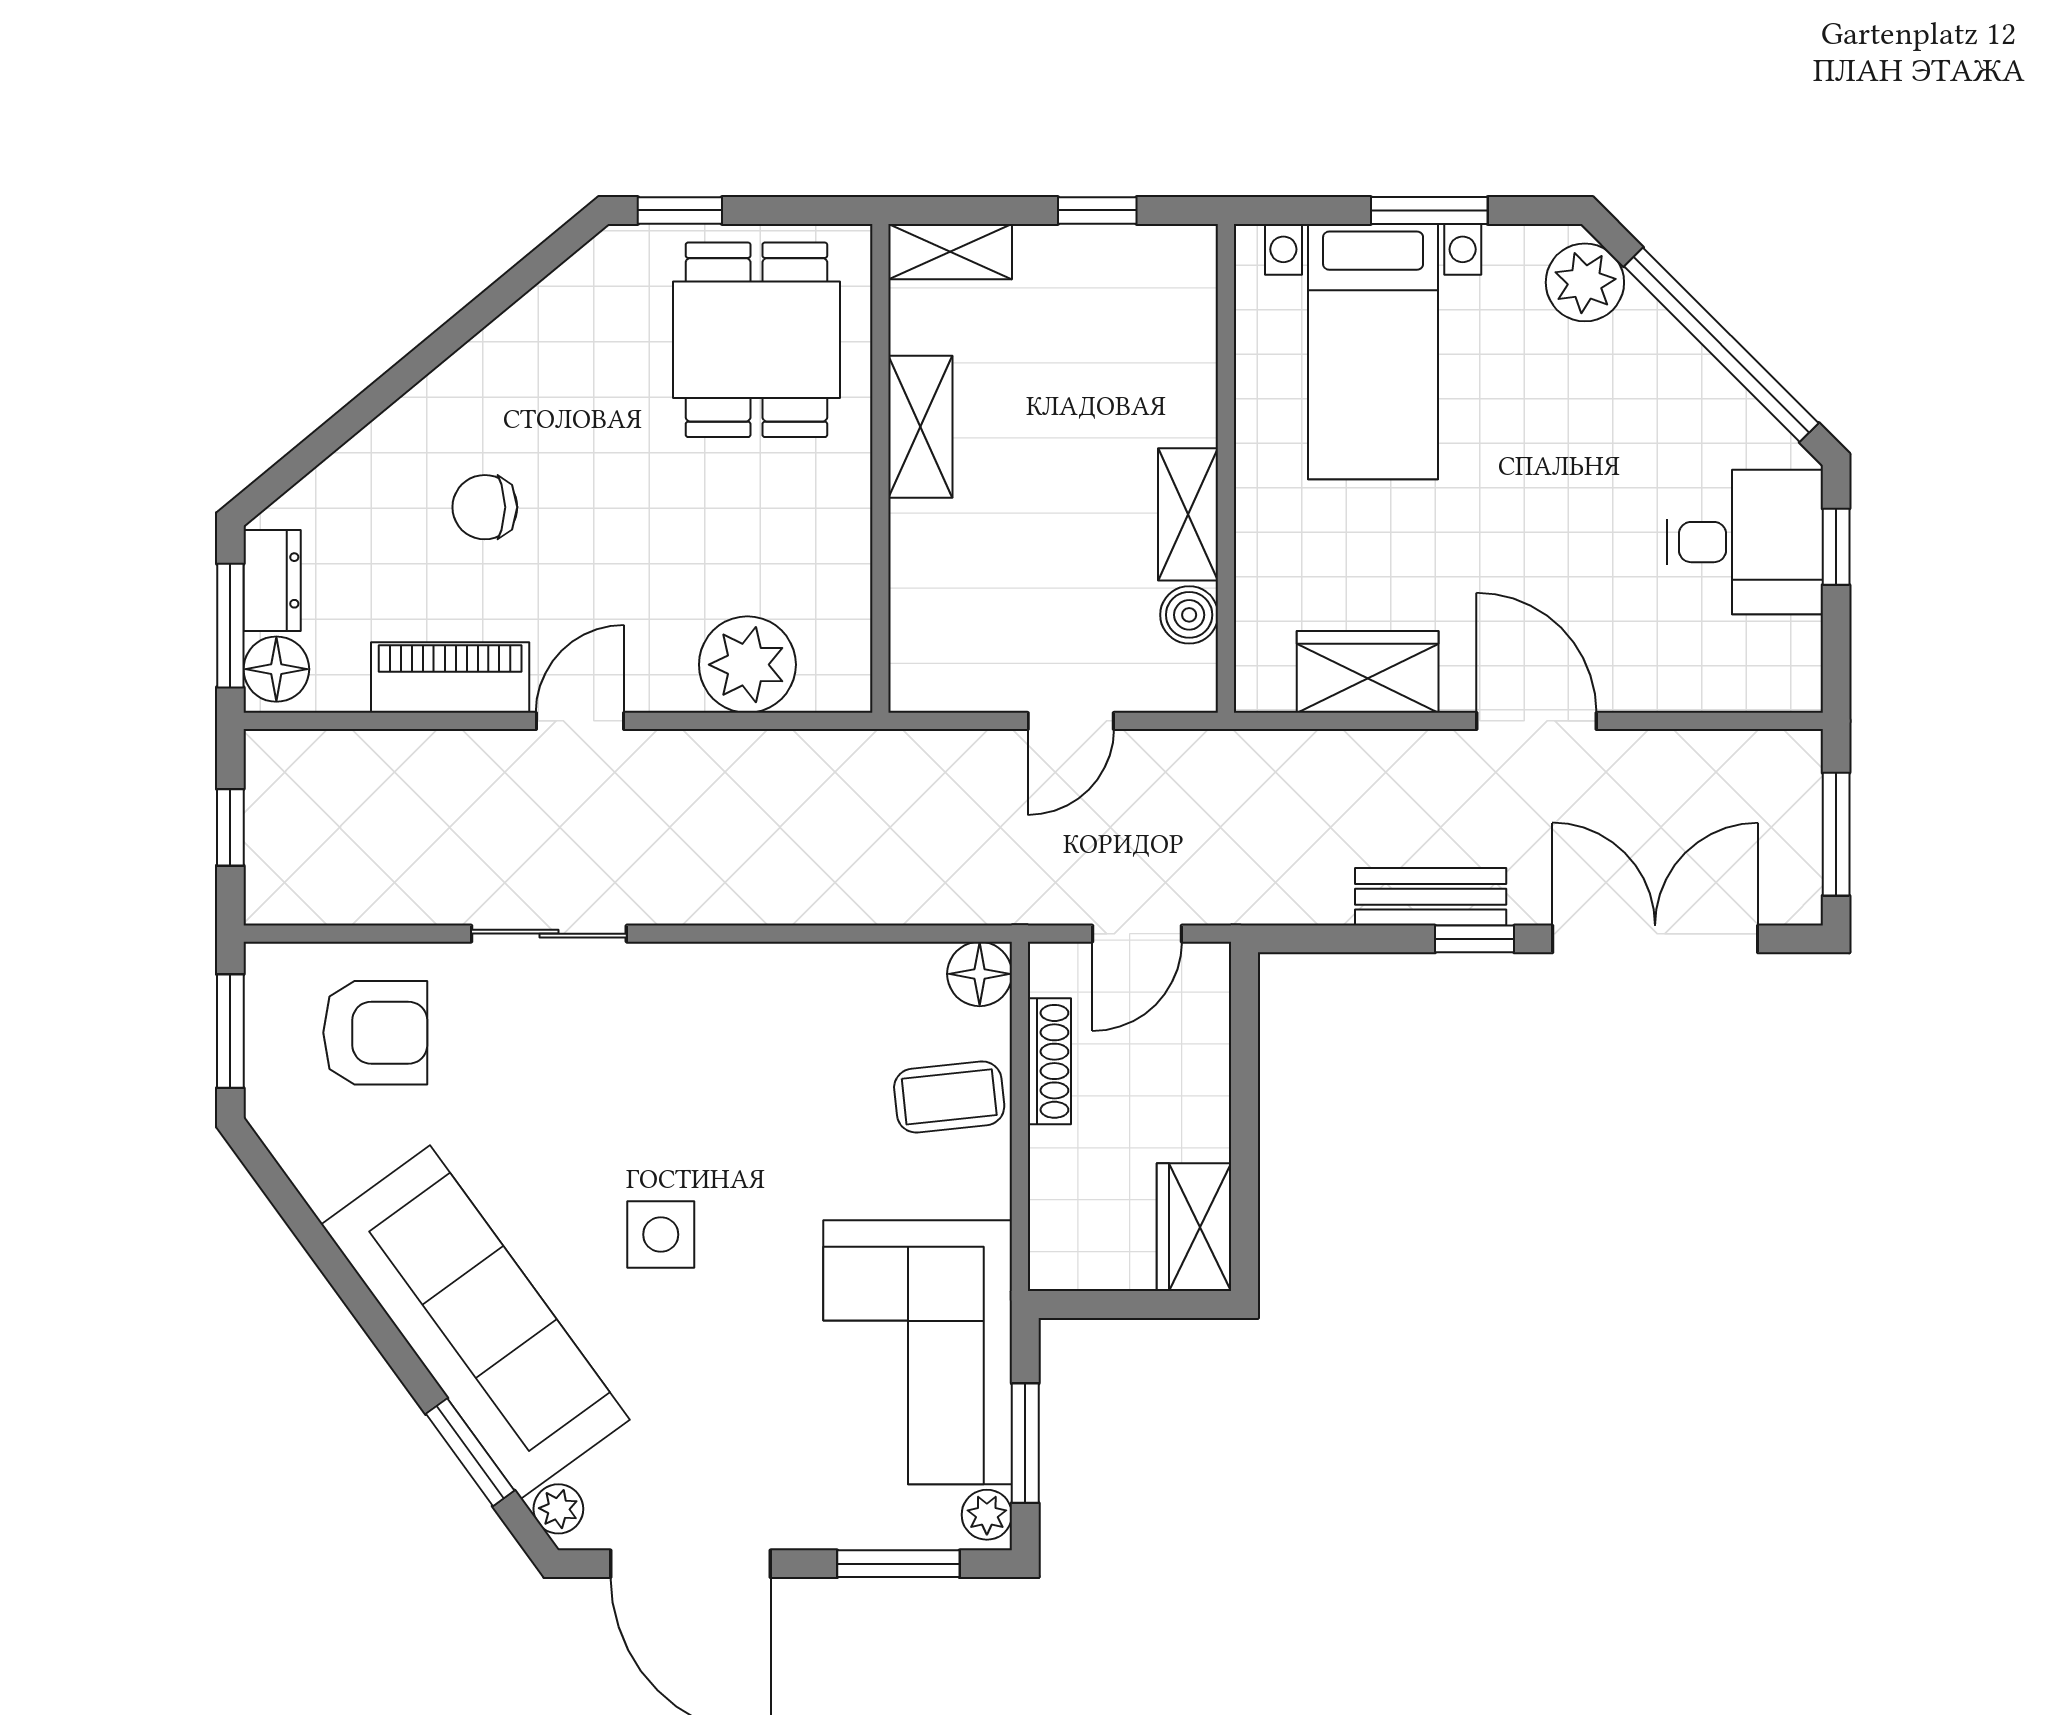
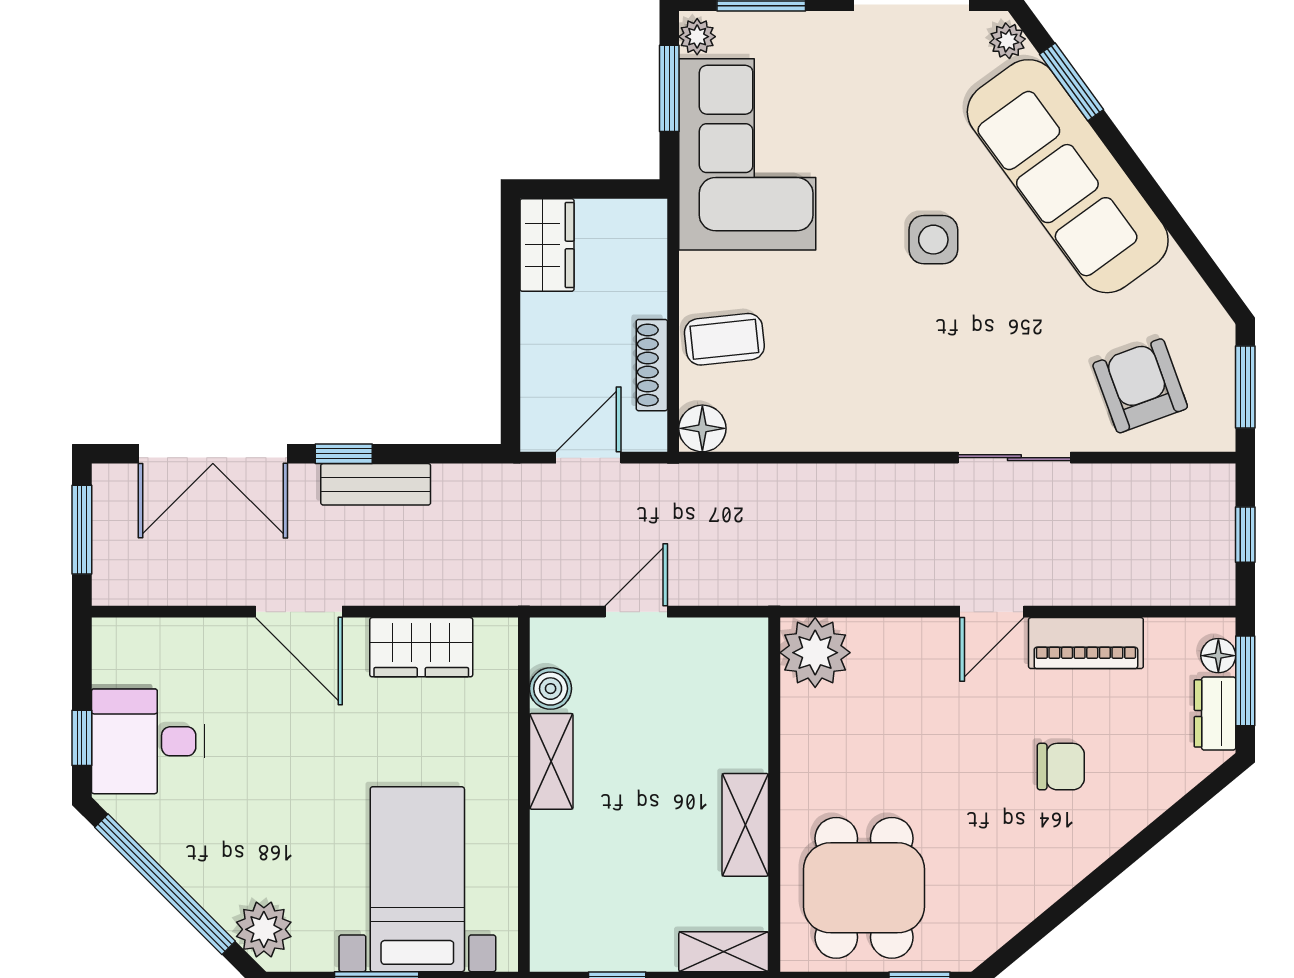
plant: (747, 665) -> (815, 653), moved
floor lamp: (276, 669) -> (1218, 656), width x0.73, depth x0.73
armchair: (375, 1033) -> (1140, 386), turned 70

